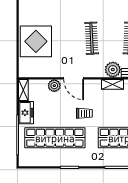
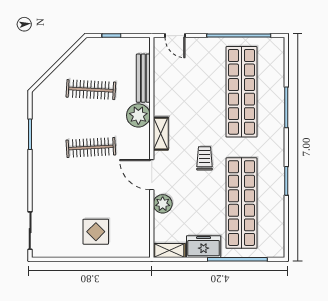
display table: (36, 41) -> (96, 232), width x0.54, depth x0.54
door: (74, 78) -> (152, 175), swing flipped
shelving: (113, 84) -> (161, 134), moved

